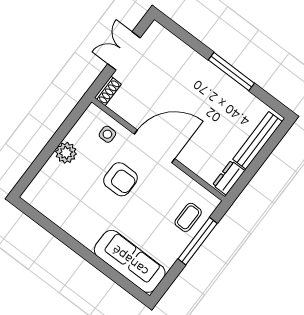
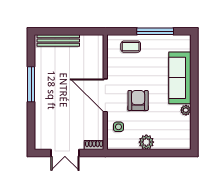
dresser: (229, 178) -> (91, 41), removed
plant: (68, 225) -> (186, 110), added
window: (198, 241) -> (155, 31), moved
sofa: (130, 261) -> (180, 78), moved

